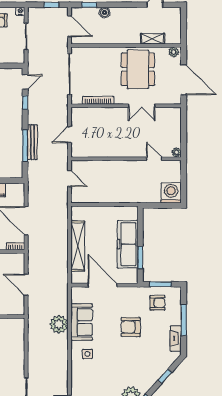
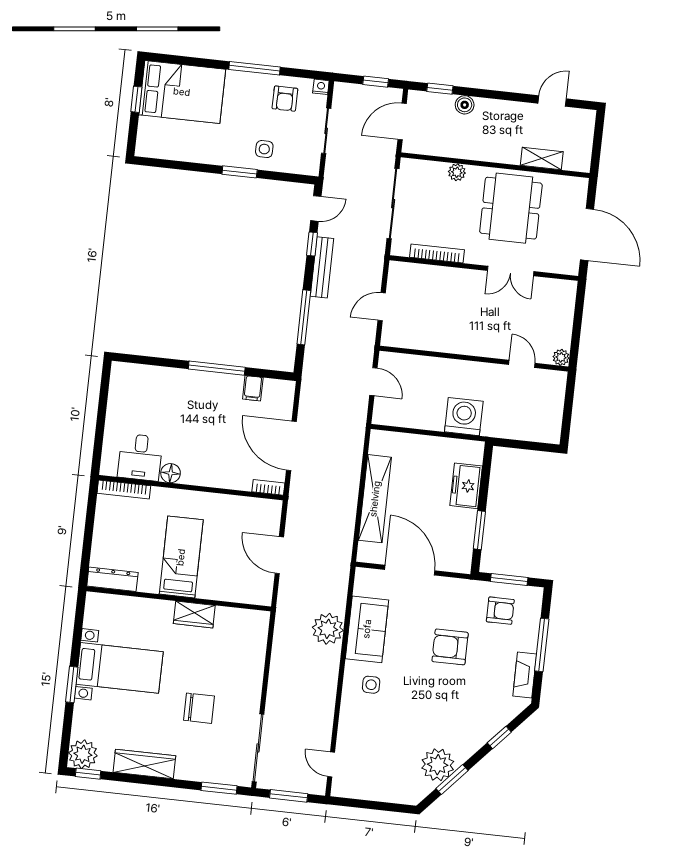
door: (69, 26) -> (402, 121), swing flipped
plant: (174, 52) -> (457, 172), moved
bench: (32, 142) -> (322, 267), moved
washing machine: (171, 193) -> (464, 417), moved
freezer: (128, 244) -> (466, 486), width x0.52, depth x0.79

